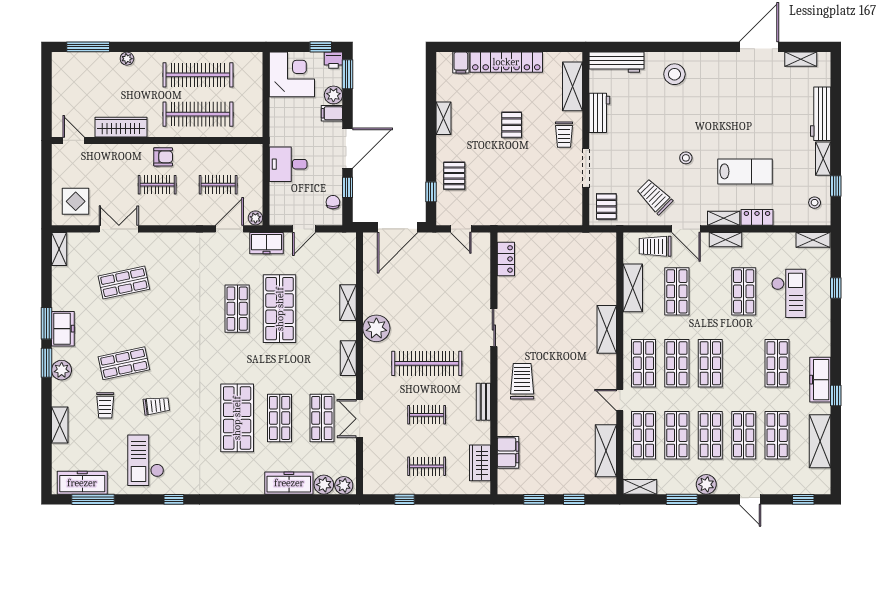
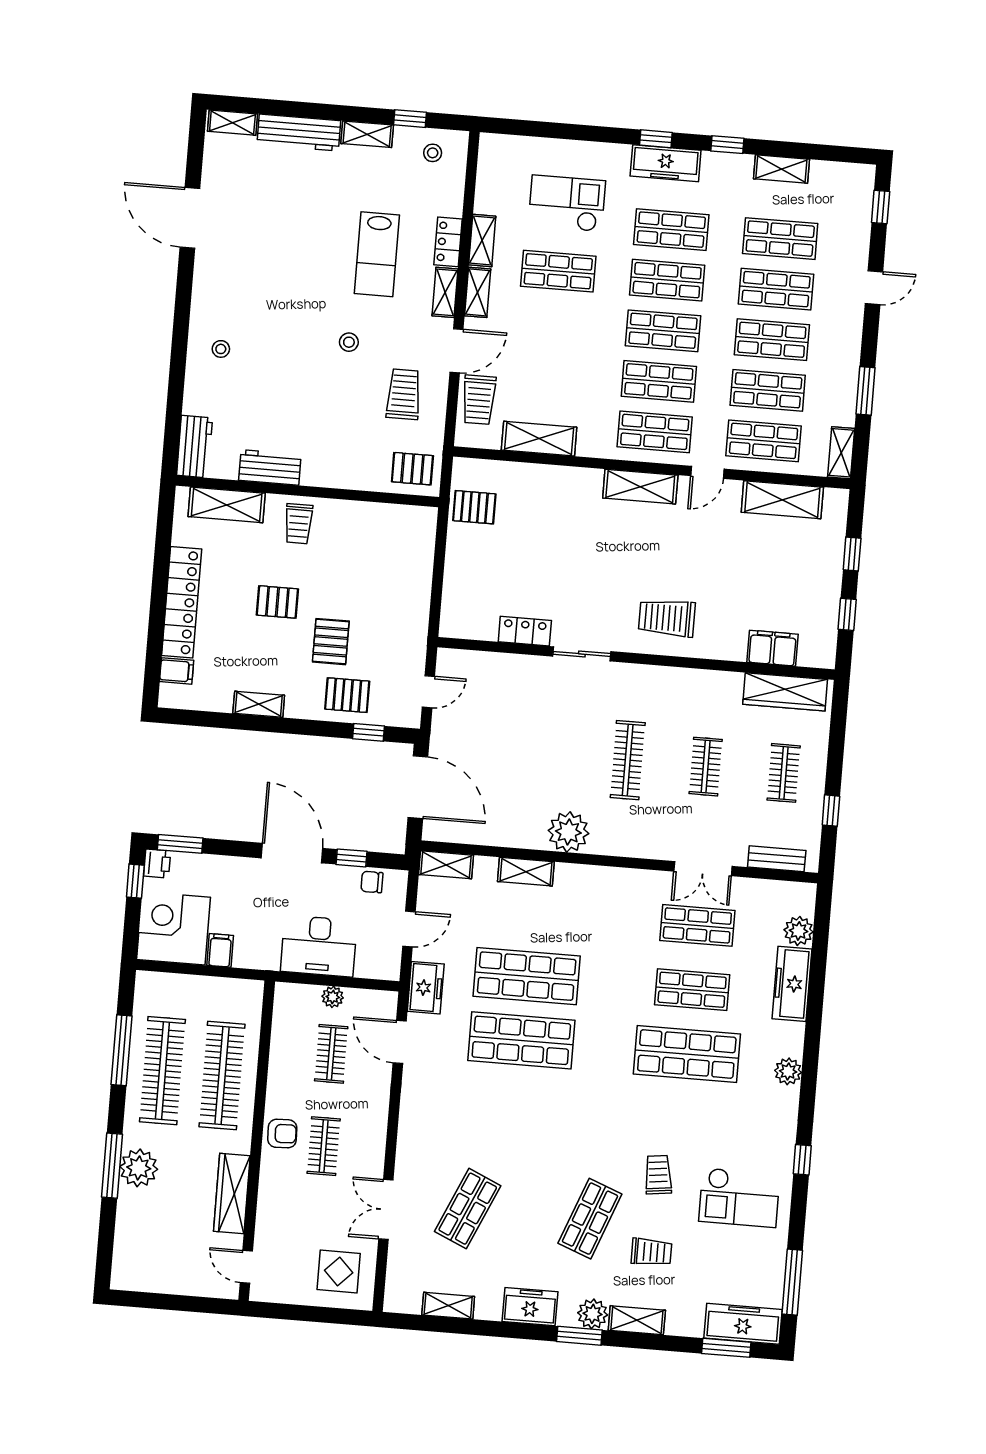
window: (88, 47) -> (112, 1166), moved
window: (209, 47) -> (121, 1050), added
plant: (127, 59) -> (139, 1168), width x1.87, depth x1.87
shelving: (801, 59) -> (232, 123), moved, turned 90
workbench: (616, 62) -> (195, 447), width x0.73
stool: (674, 74) -> (221, 349), width x0.53, depth x0.53
plant: (333, 95) -> (210, 868), removed
filing cabinet: (332, 113) -> (220, 950), moved, turned 180
trolley: (564, 135) -> (298, 524), turned 90
door: (74, 140) -> (246, 1267), hinge flipped
armchair: (163, 157) -> (282, 1134), turned 88
pallet: (488, 162) -> (331, 642), added
desk: (288, 164) -> (319, 946), width x1.37
doorway: (586, 168) -> (352, 495), removed
lab bench: (745, 171) -> (377, 254), turned 180
trolley: (655, 197) -> (404, 394), turned 135
plant: (255, 218) -> (333, 997), moved
door: (304, 229) -> (409, 929), hinge flipped
shelving: (813, 240) -> (482, 241), moved
shelving: (59, 249) -> (448, 1306), moved
pallet: (584, 249) -> (474, 507), added
locker: (506, 259) -> (525, 631), moved
shop shelf: (124, 283) -> (468, 1209), turned 36
window: (836, 288) -> (656, 139), moved
shop shelf: (677, 291) -> (667, 280), moved
shop shelf: (237, 309) -> (521, 1040), width x1.43, depth x1.36
window: (46, 323) -> (726, 1348), moved
shelving: (607, 329) -> (640, 487), moved
shelving: (348, 358) -> (446, 865), moved
shop shelf: (124, 363) -> (590, 1219), turned 33
clothes rail: (427, 363) -> (628, 760), width x0.73, depth x0.76
freezer: (820, 380) -> (666, 163), moved
bench: (483, 402) -> (777, 859), moved
shelving: (60, 425) -> (637, 1320), moved
shelving: (820, 441) -> (781, 169), width x0.67, depth x0.75
wardrobe: (480, 463) -> (785, 692), width x1.50
freezer: (82, 483) -> (743, 1324), moved, turned 90
plant: (706, 484) -> (846, 352), removed
plant: (344, 485) -> (788, 1071), moved

